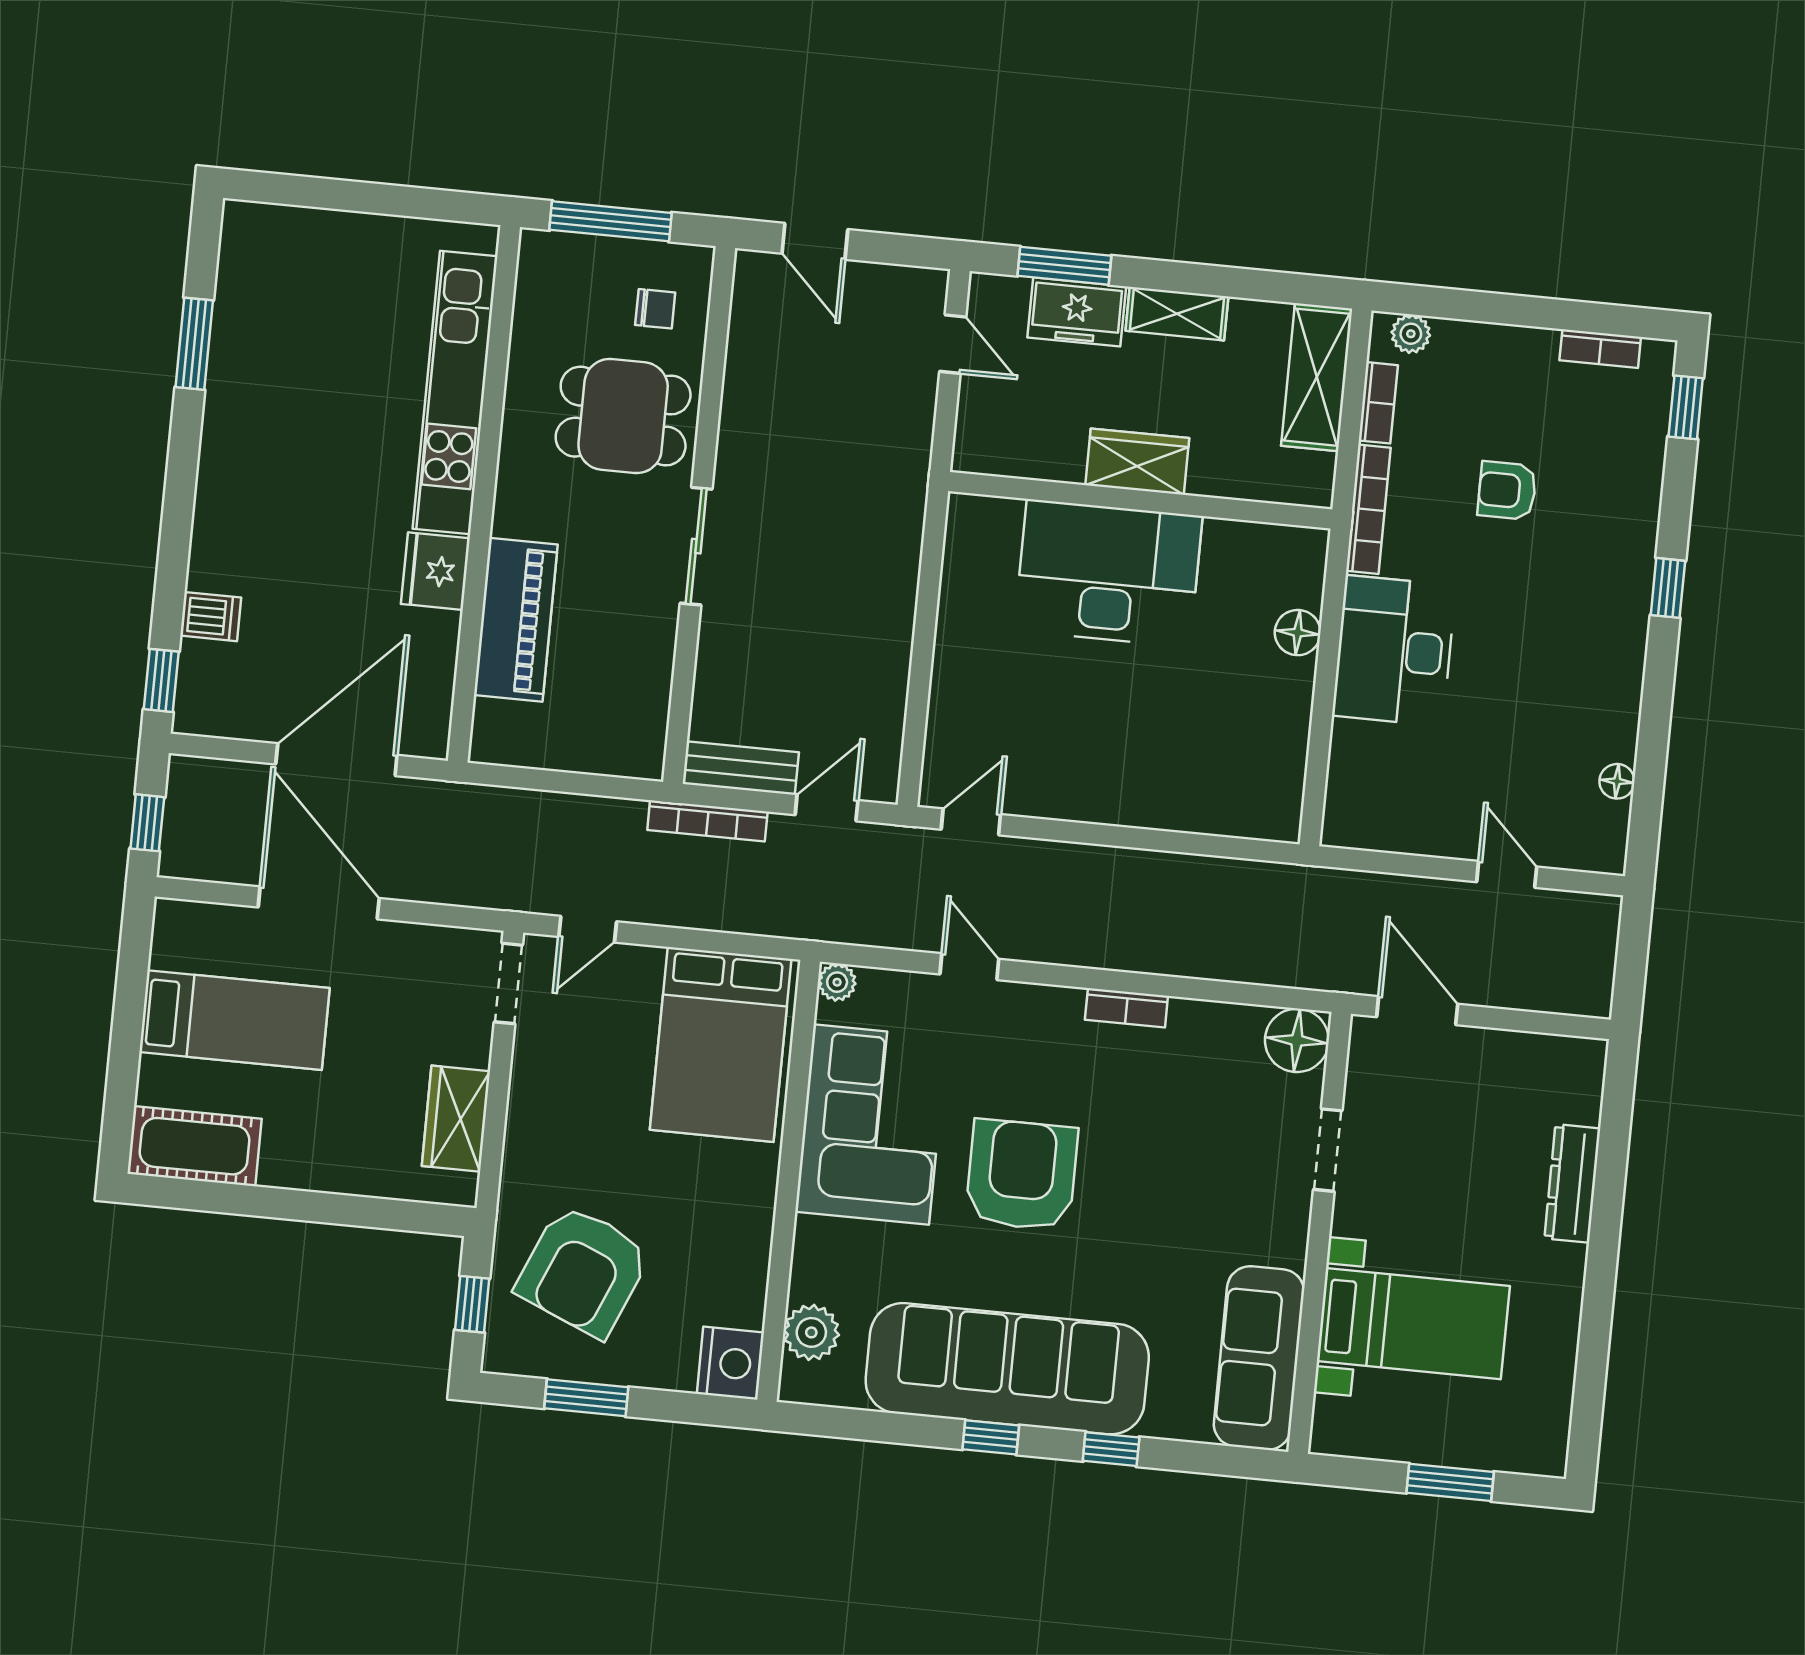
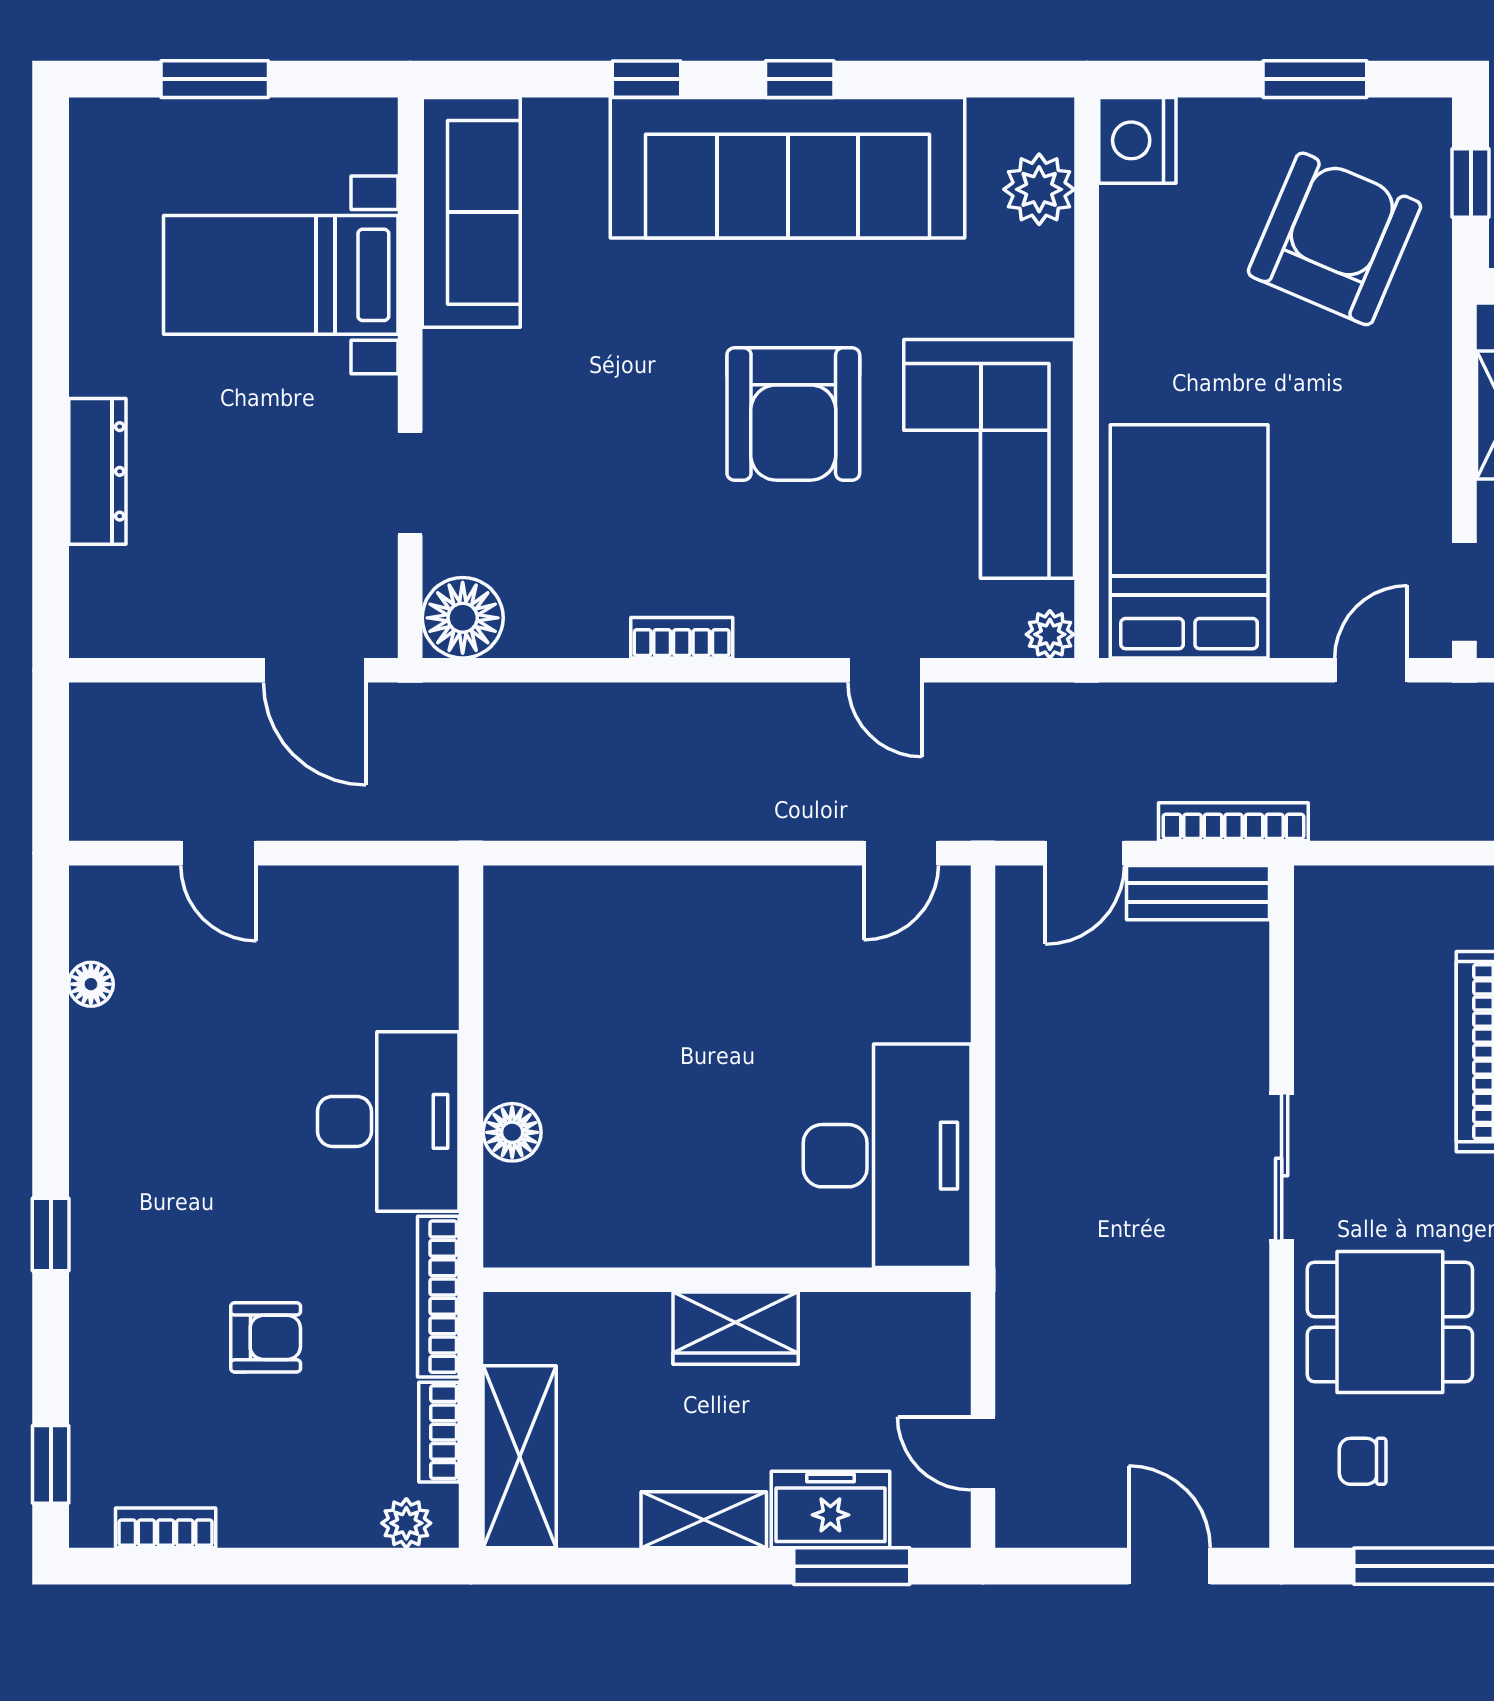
desk: (1108, 573) -> (887, 1156), moved, turned -90

